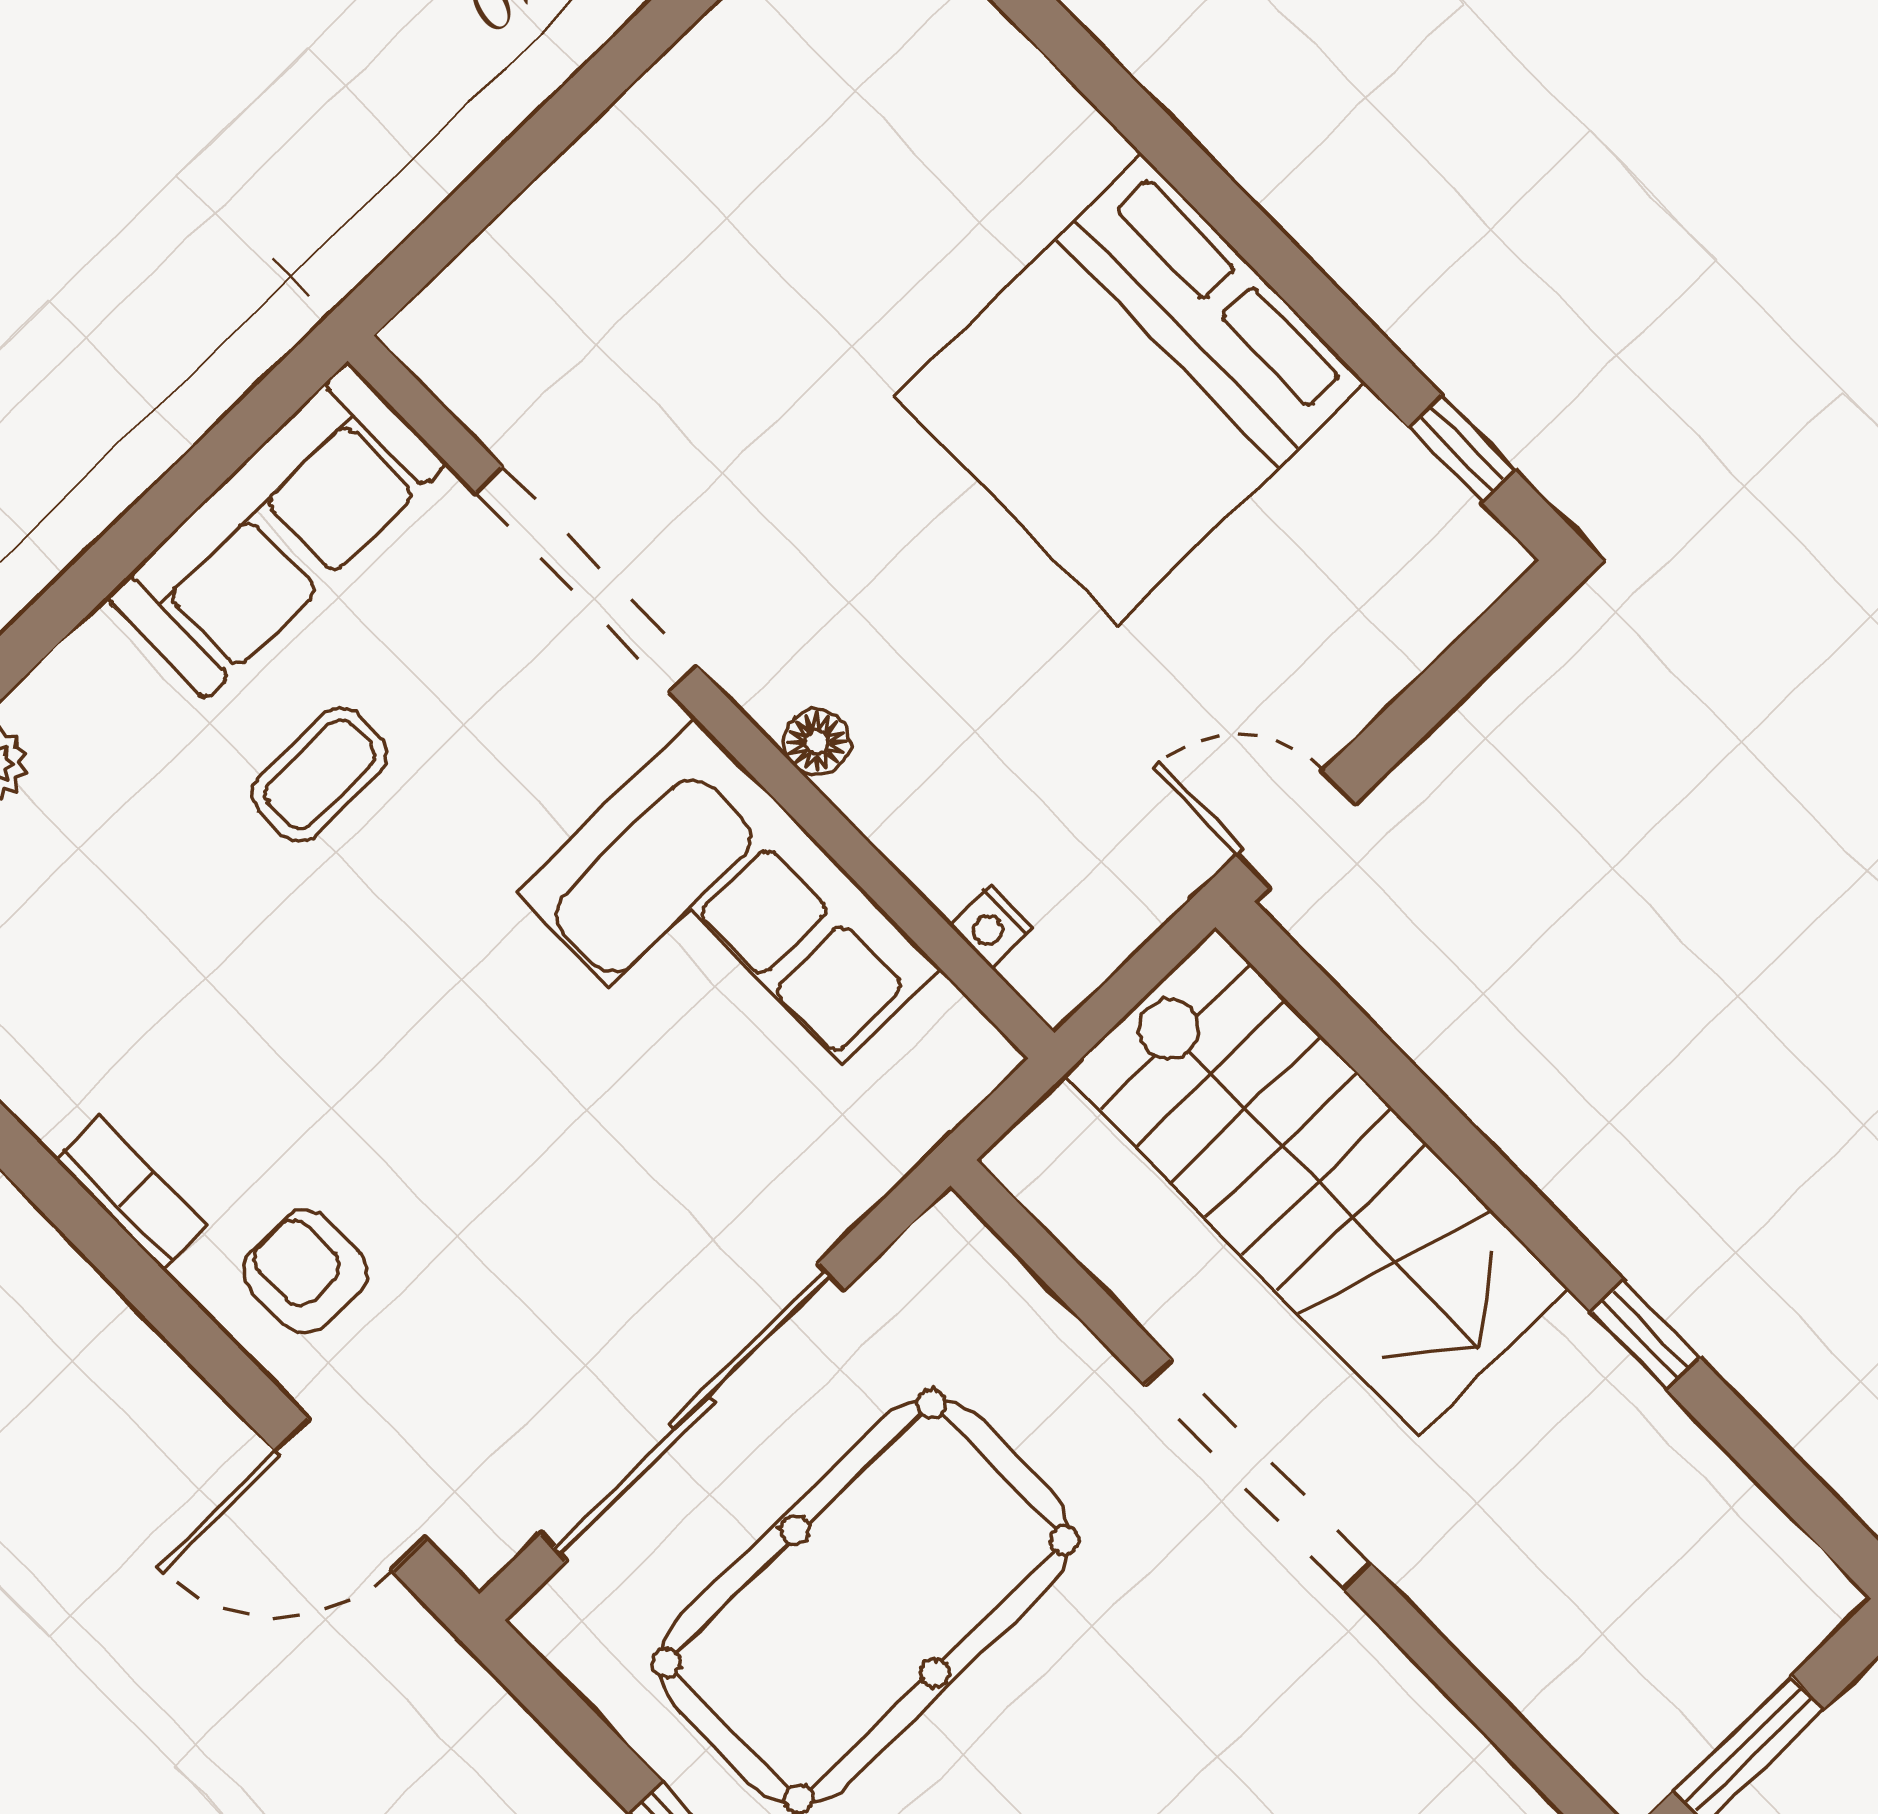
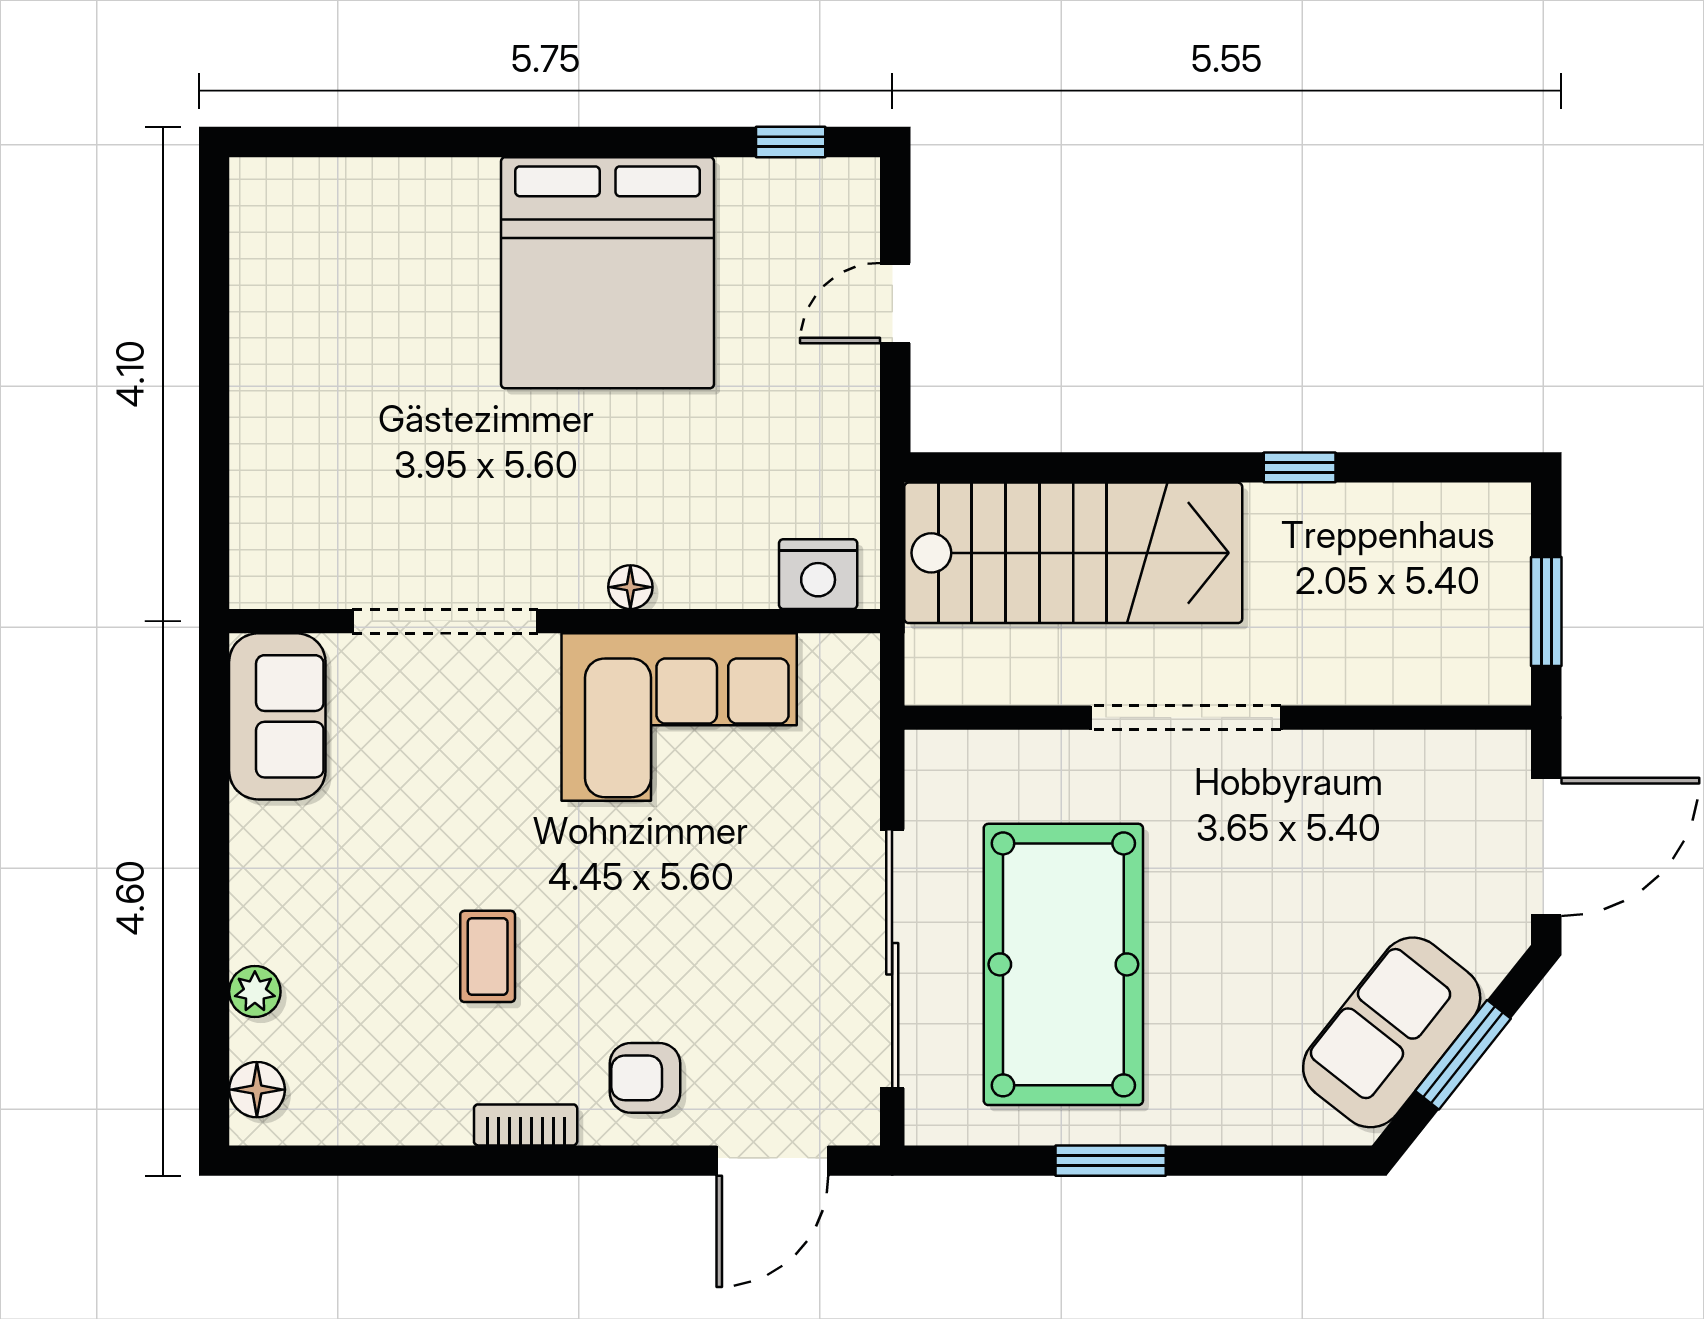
sofa: (276, 530) -> (277, 716), width x0.73
coffee table: (320, 774) -> (488, 956), moved
door: (1296, 829) -> (895, 303), moved
nightstand: (991, 927) -> (818, 574), width x1.89, depth x1.79

